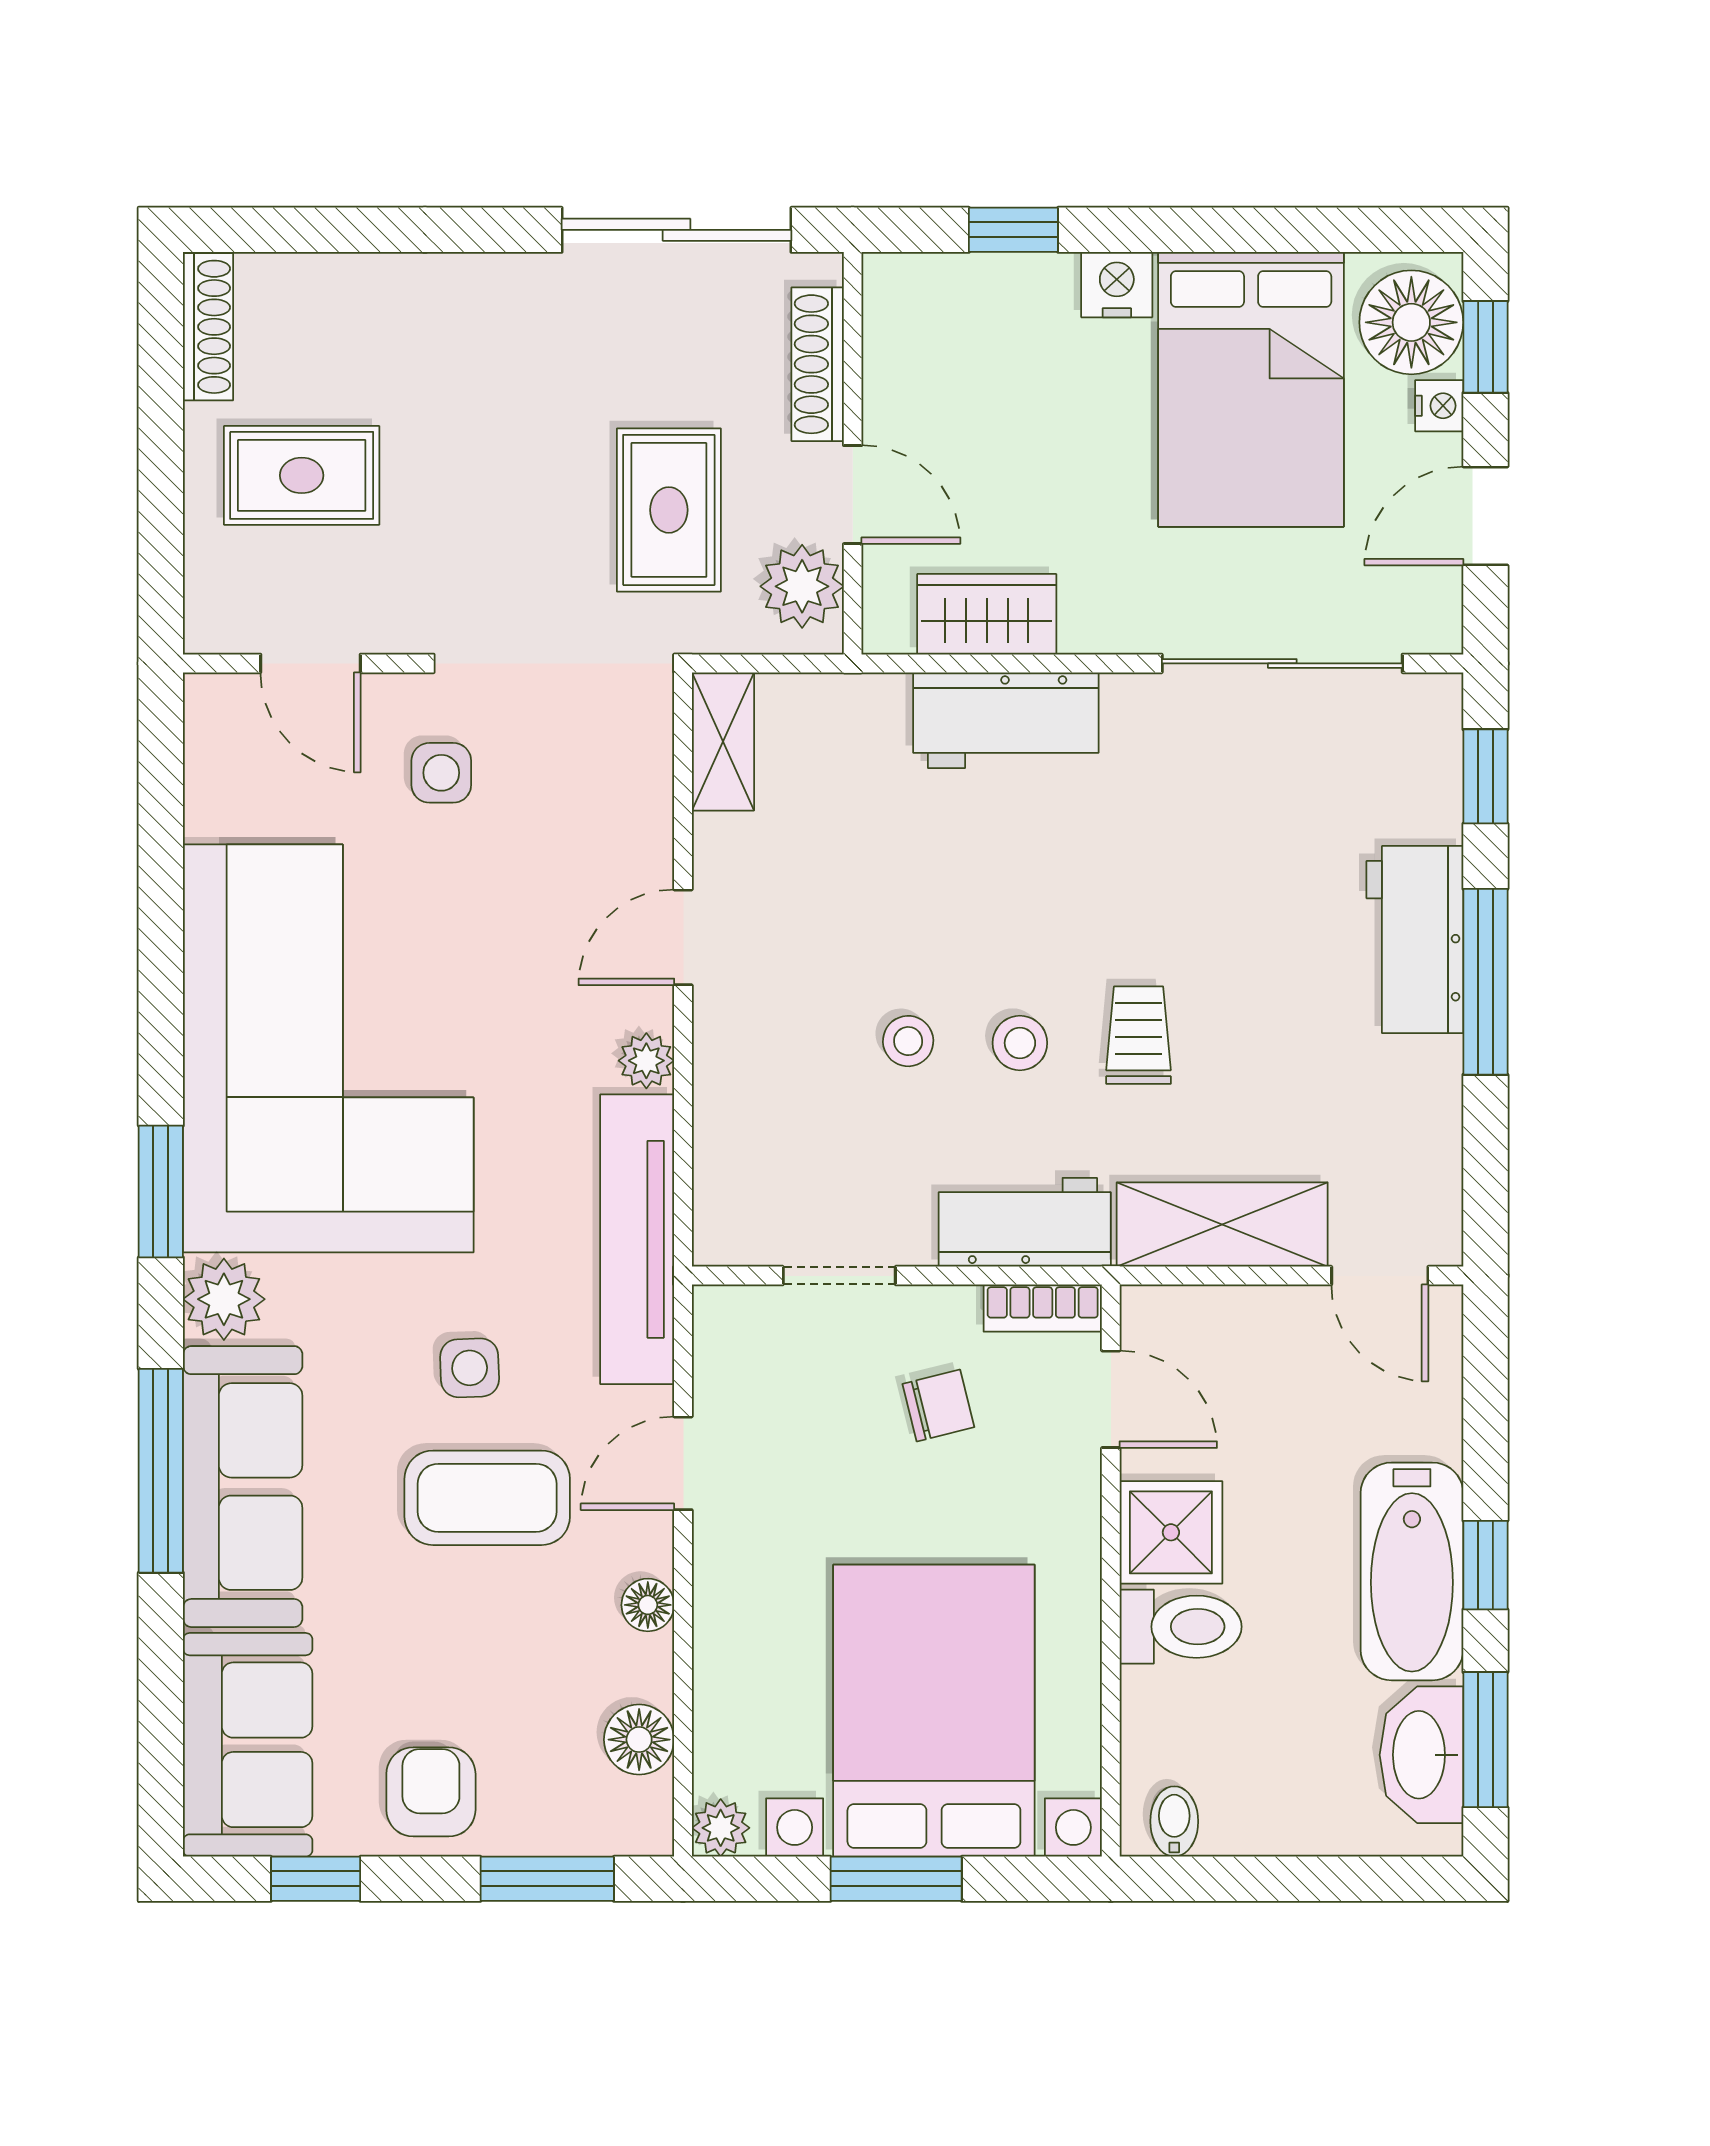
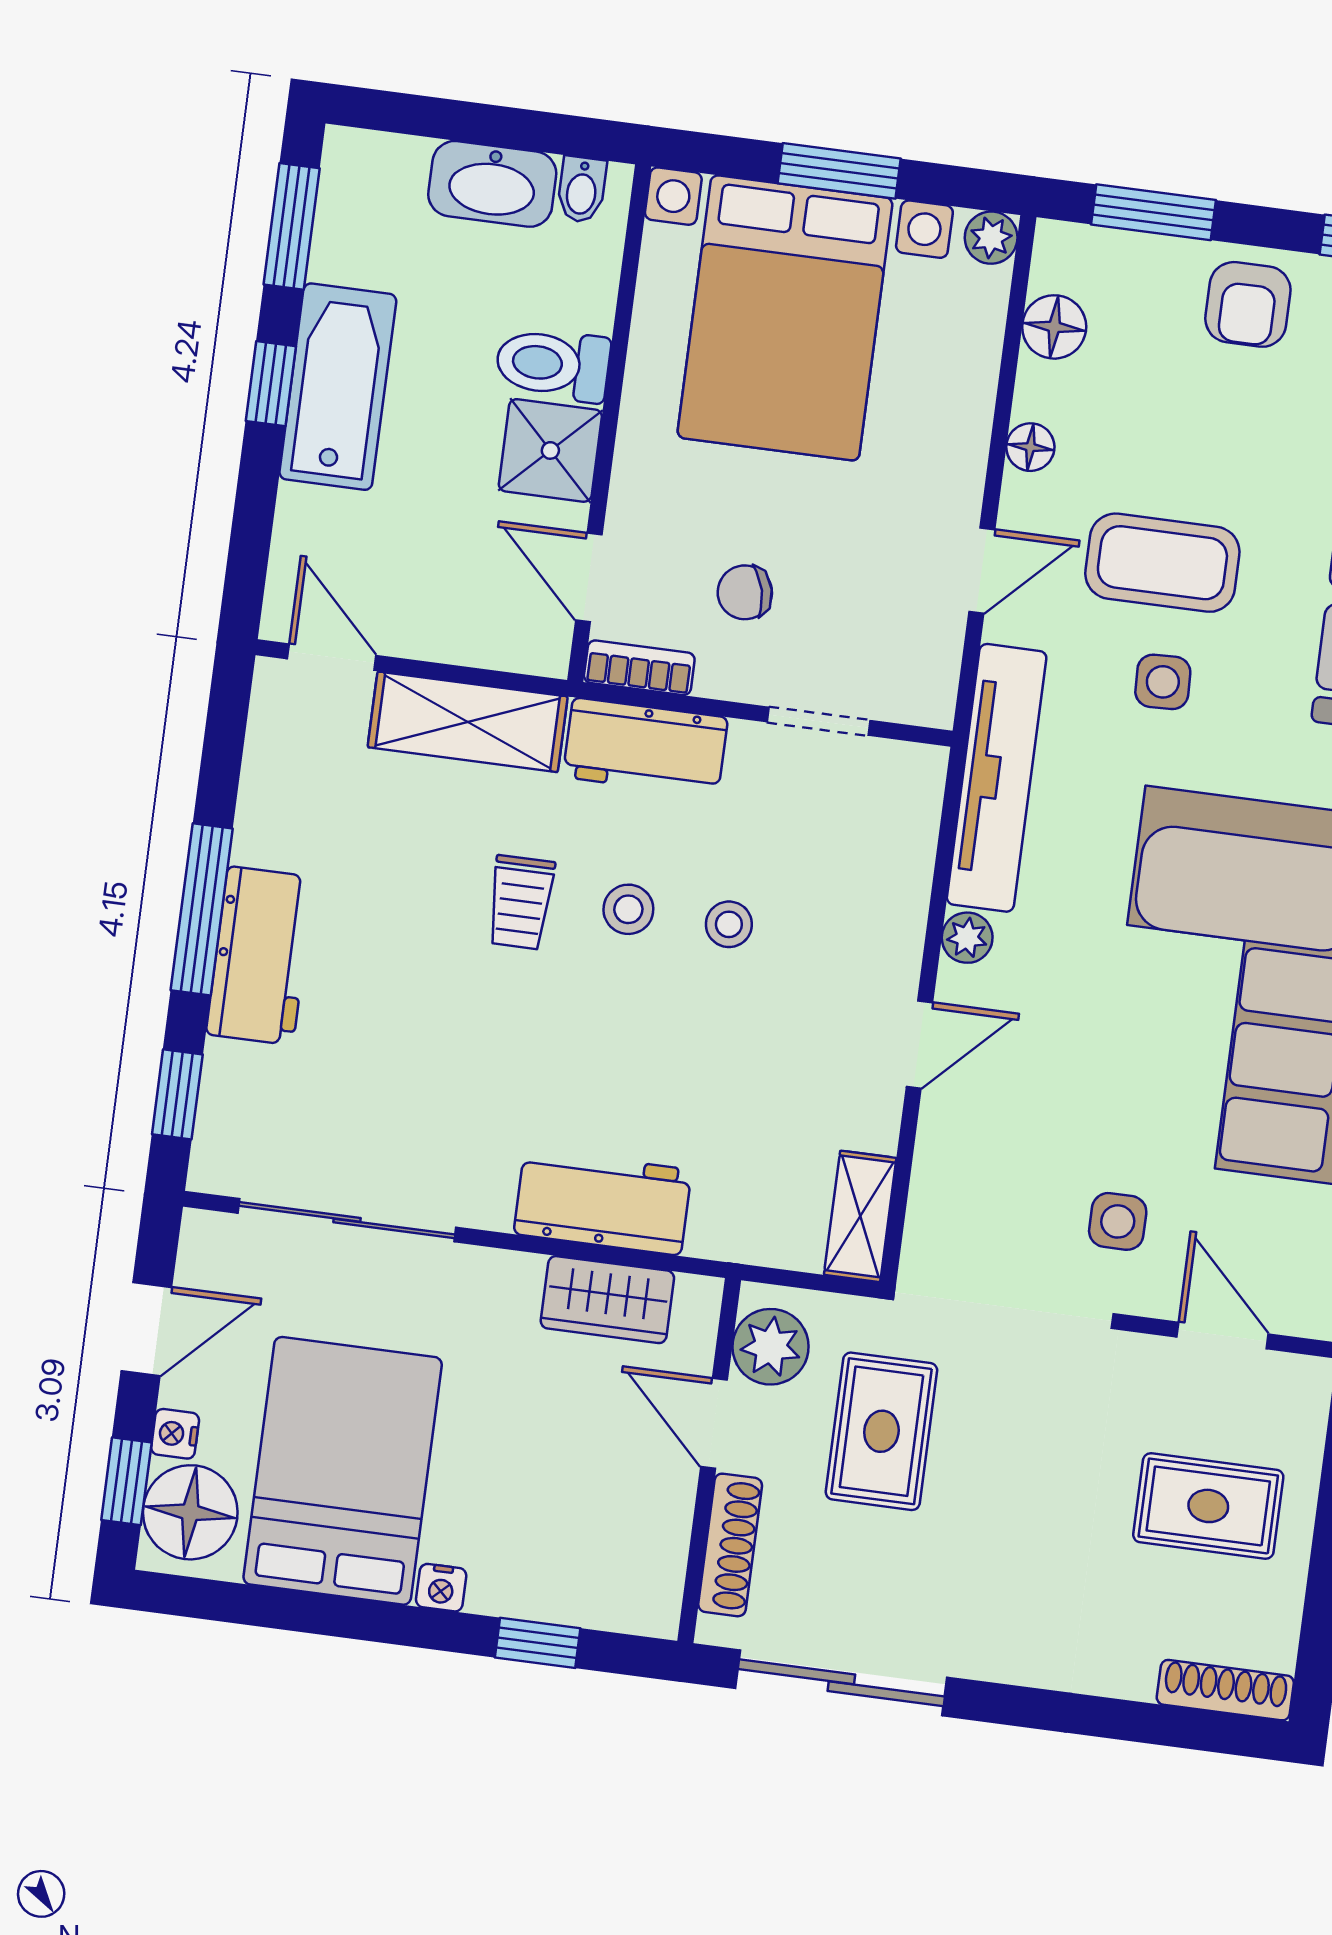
nightstand: (1117, 285) -> (441, 1588), width x0.72, depth x0.74
shoe rack: (208, 327) -> (1225, 1690), moved, turned 90
washbasin: (1421, 1755) -> (492, 184), moved, turned 90

